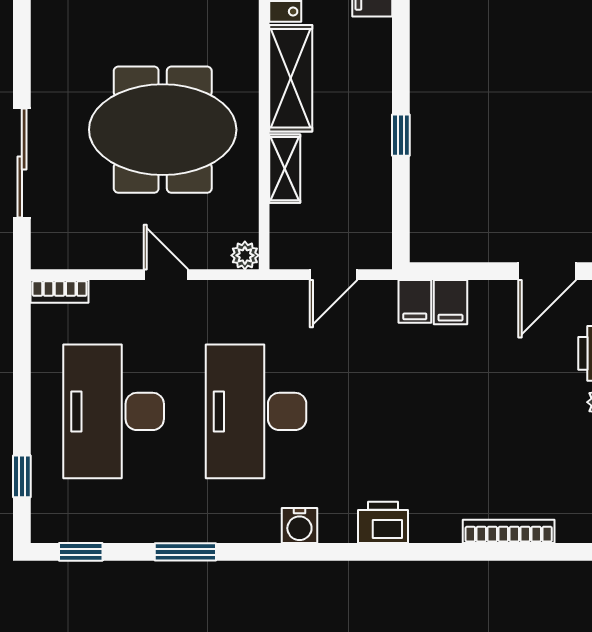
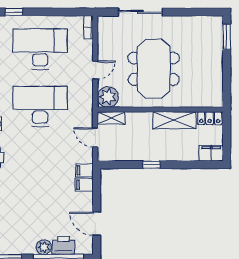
shelving: (285, 169) -> (111, 118), moved
plant: (245, 255) -> (108, 97), width x1.87, depth x1.87

